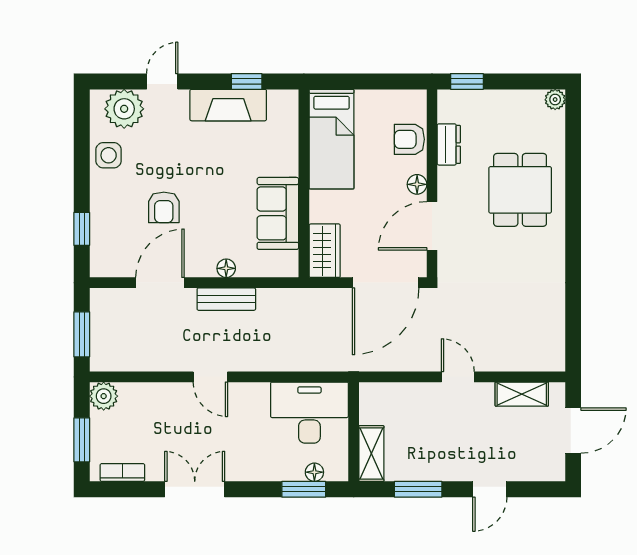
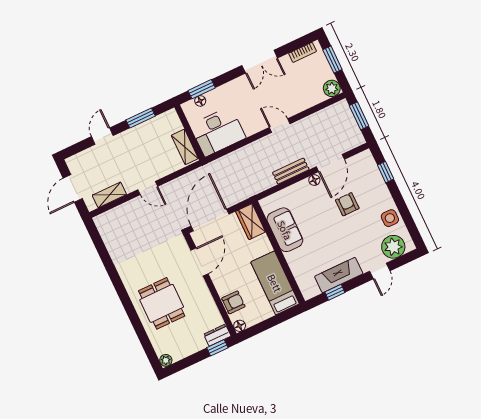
dresser: (449, 144) -> (217, 335), moved, turned 90
floor lamp: (417, 184) -> (240, 326), moved
floor lamp: (226, 268) -> (314, 180), moved
shelving: (371, 454) -> (185, 147), moved

